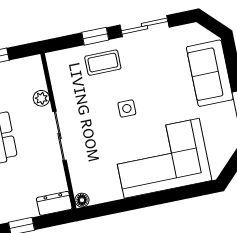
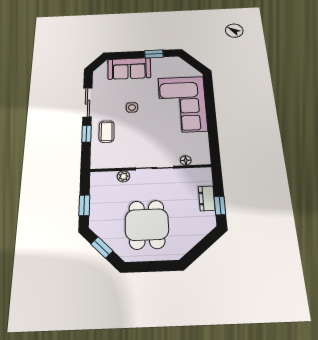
side table: (127, 108) -> (132, 107), moved
floor lamp: (82, 200) -> (186, 160), moved
dresser: (54, 203) -> (207, 198), moved

